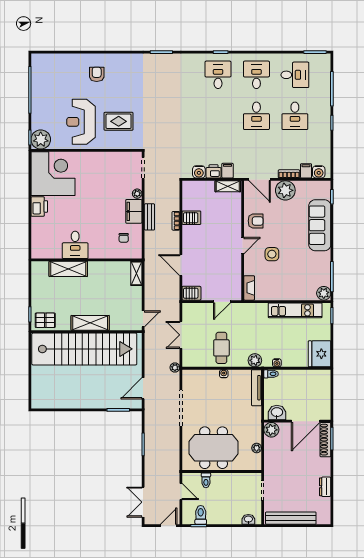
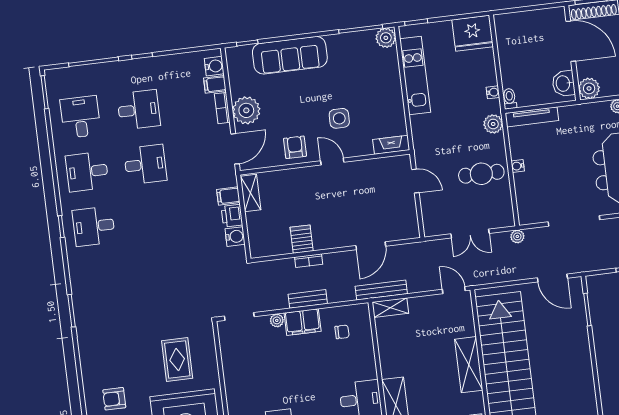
bench: (149, 269) -> (381, 290), added
server rack: (191, 293) -> (409, 226), removed

